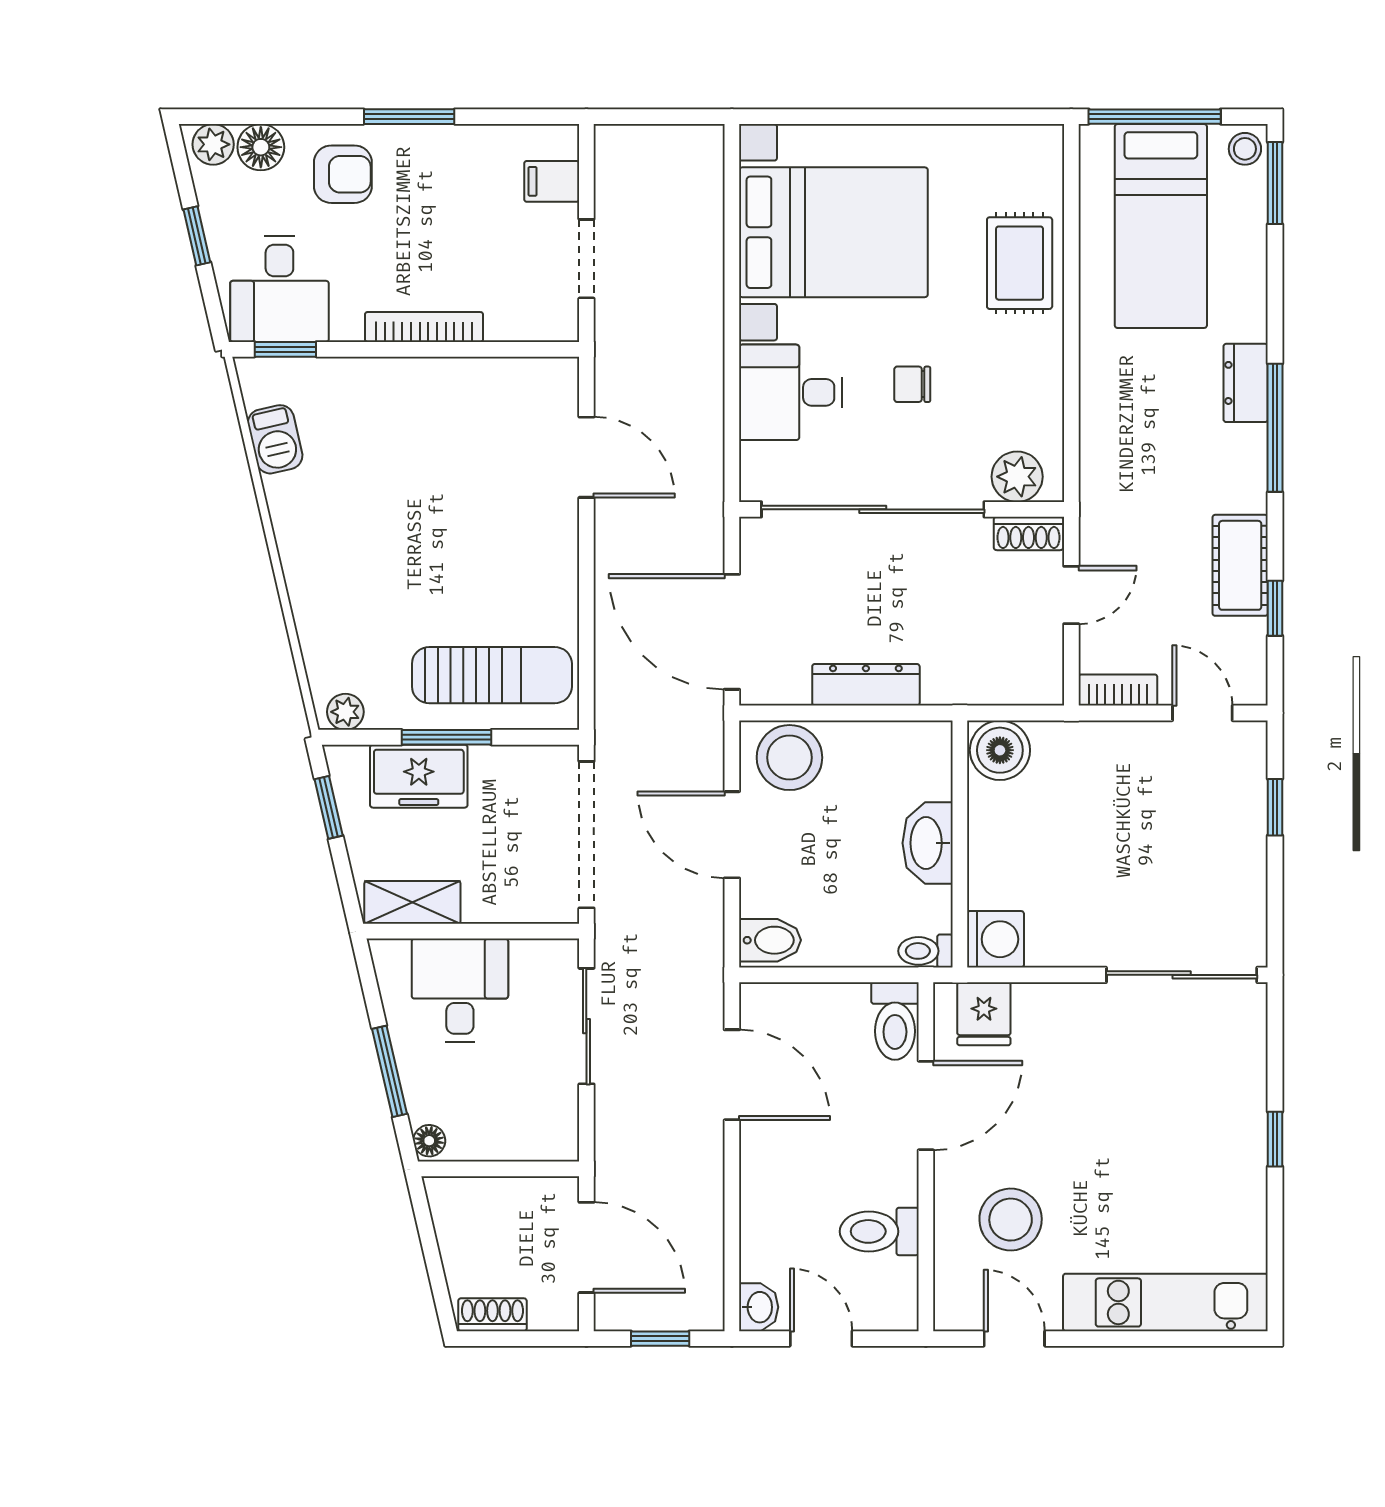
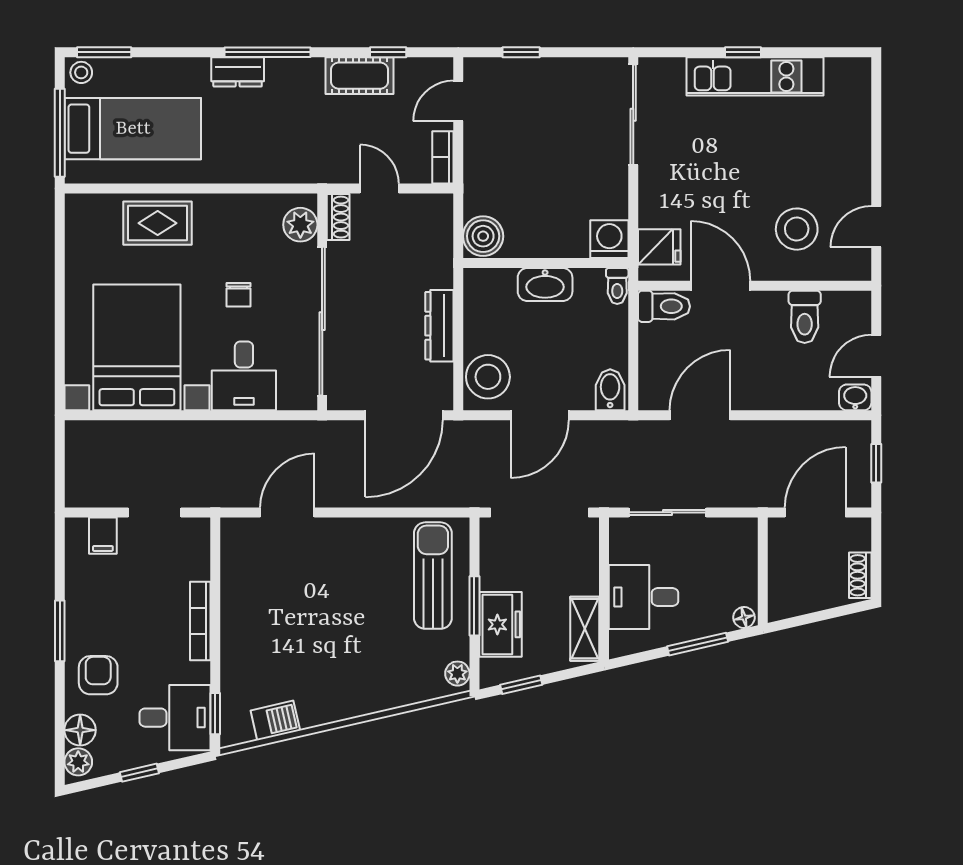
kitchen unit: (1165, 1302) -> (755, 76), moved, turned -90

